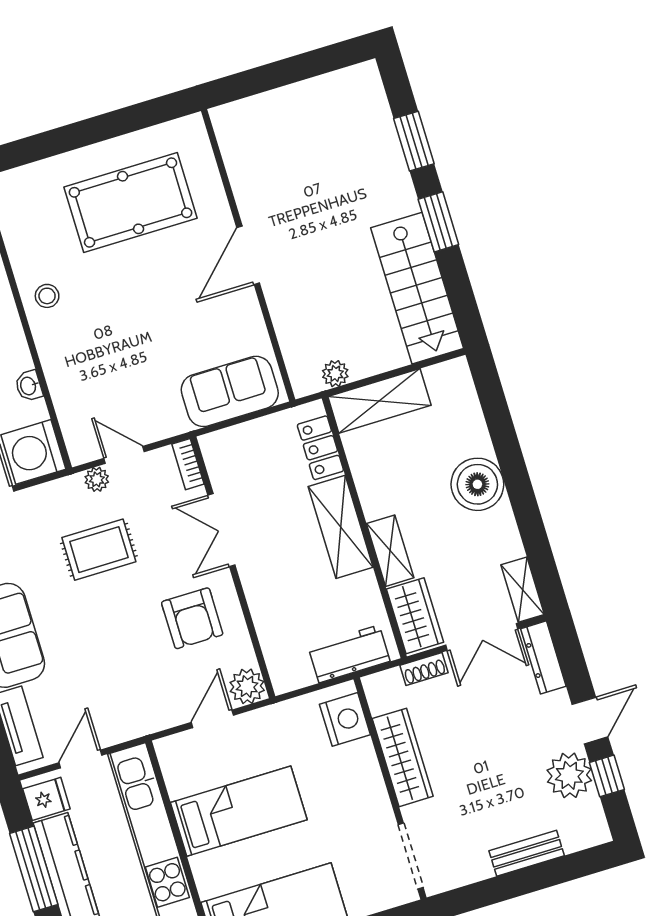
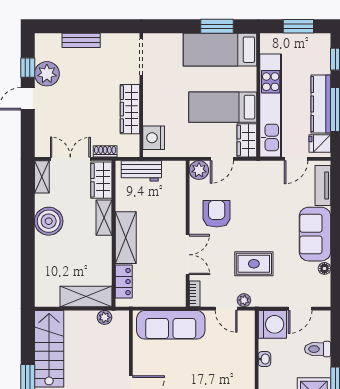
sofa: (230, 391) -> (171, 325), width x1.36
boiler: (477, 484) -> (49, 221), moved
dresser: (543, 657) -> (42, 139), removed
wardrobe: (178, 765) -> (247, 140), added

